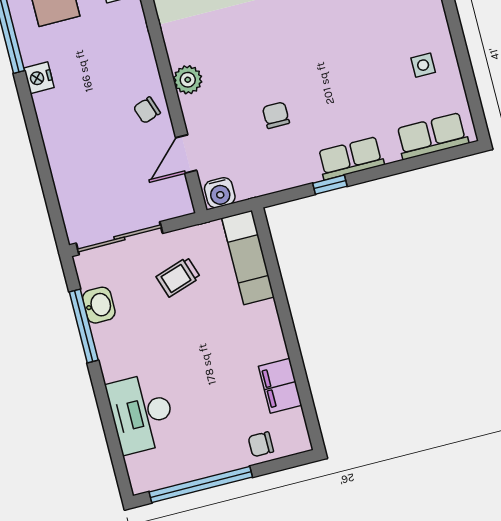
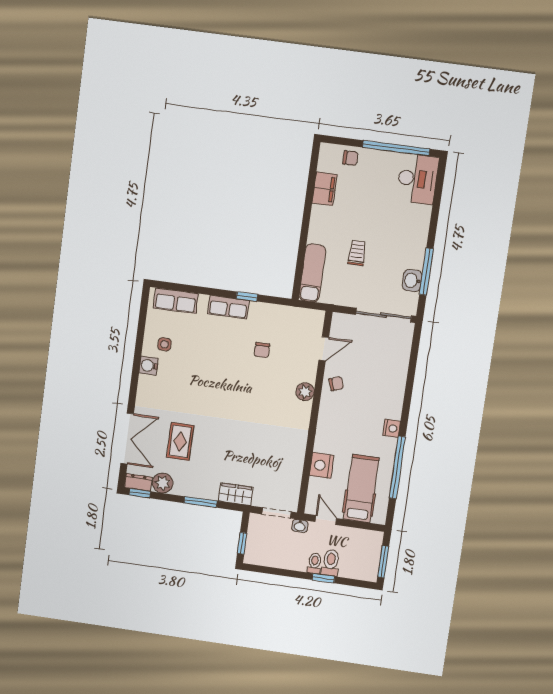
water cooler: (220, 193) -> (149, 366), moved, turned -90
trolley: (178, 277) -> (357, 253), moved, turned -72
desk: (142, 413) -> (418, 179), moved

